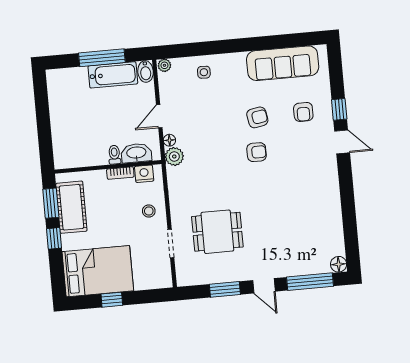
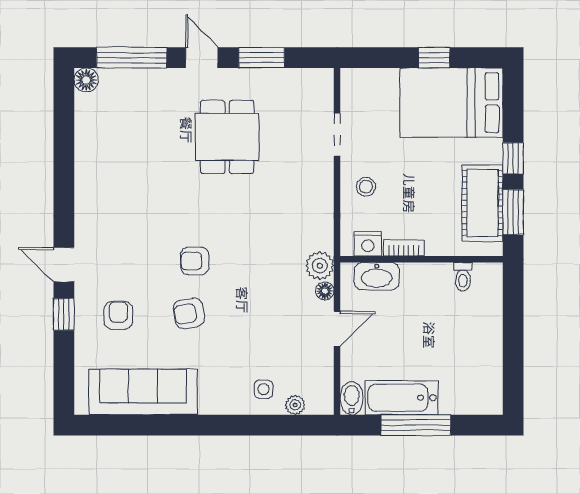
plant: (164, 65) -> (295, 405), moved
toilet: (114, 155) -> (463, 277), moved
dining table: (217, 232) -> (227, 137), moved, turned 90

